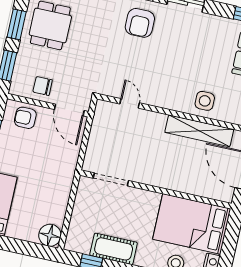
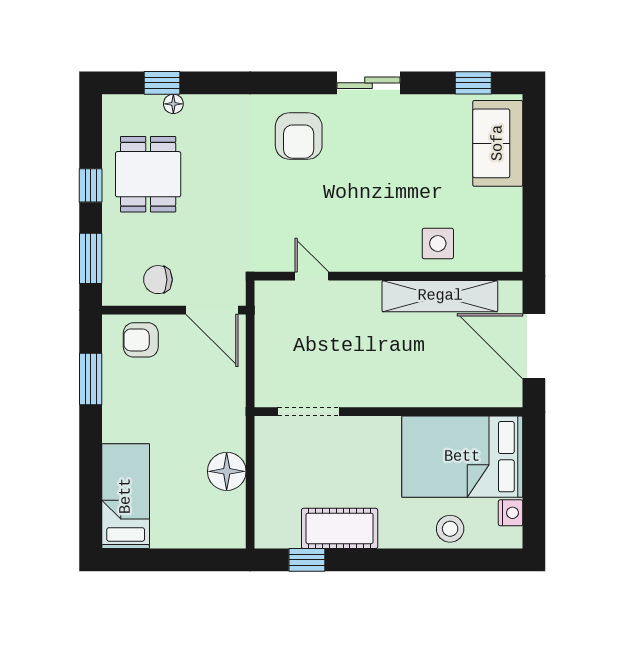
window: (17, 24) -> (91, 185), width x0.67
floor lamp: (50, 235) -> (227, 471), moved

